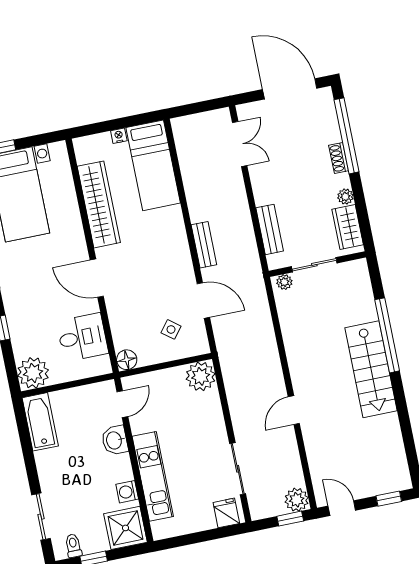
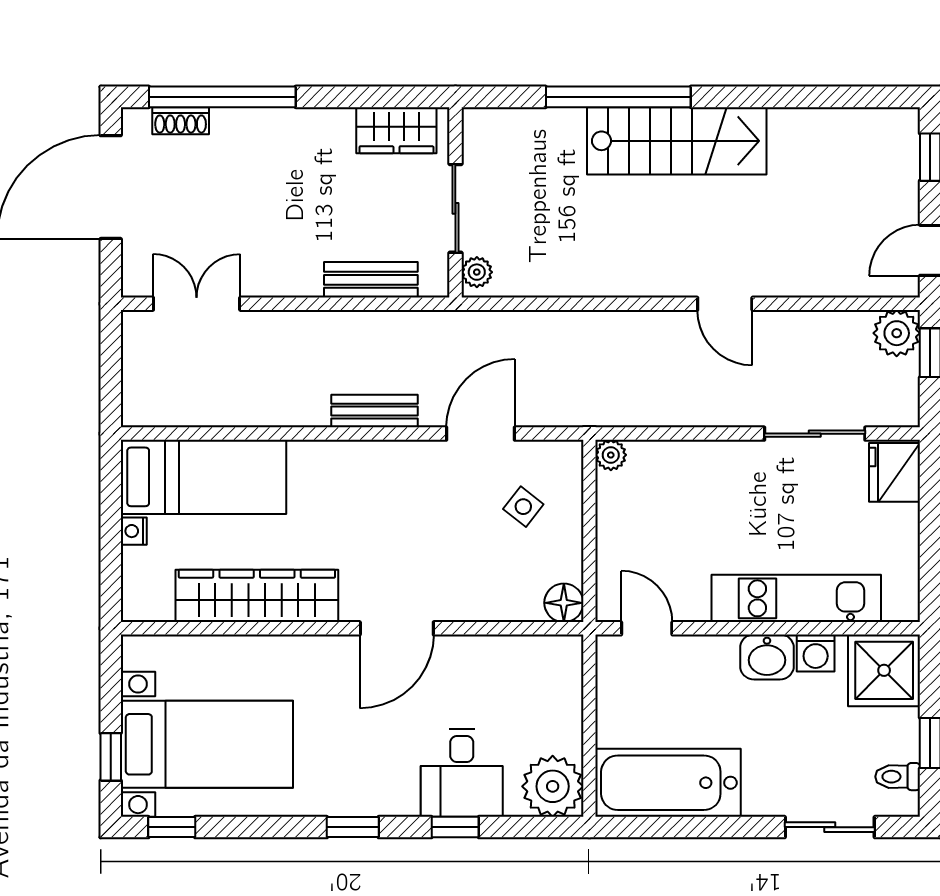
shoe rack: (339, 158) -> (181, 121), moved
plant: (345, 197) -> (338, 123), removed
desk: (82, 337) -> (462, 773), moved, turned 180
plant: (201, 376) -> (611, 455), width x0.53, depth x0.53
bathtub: (40, 422) -> (668, 783), width x1.36, depth x1.36
washbasin: (115, 440) -> (767, 657), moved
fridge: (226, 513) -> (895, 472), width x1.38

